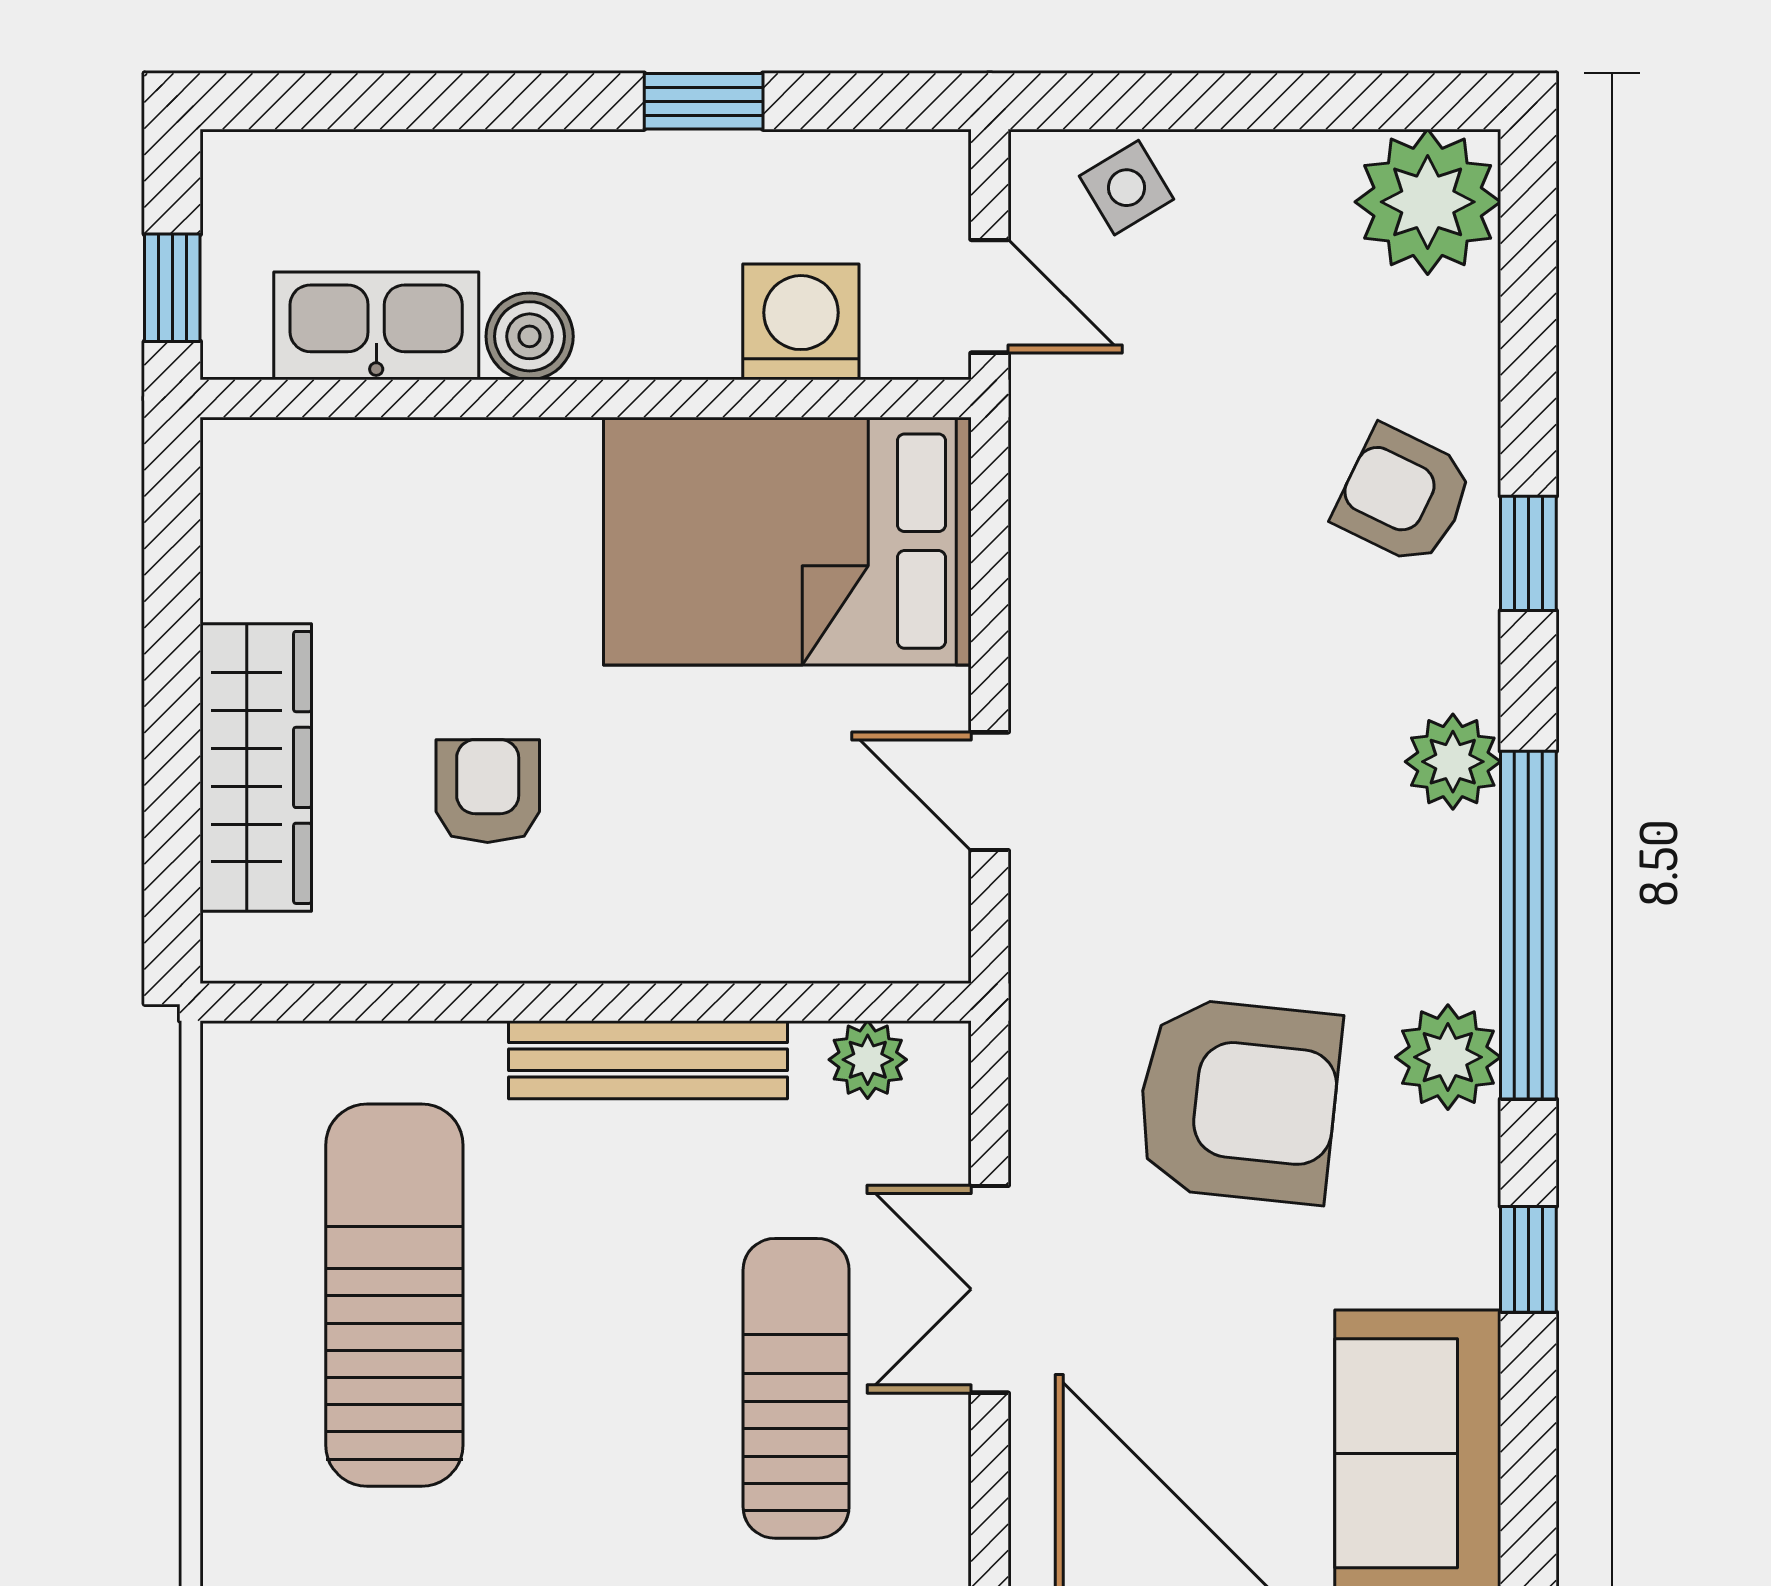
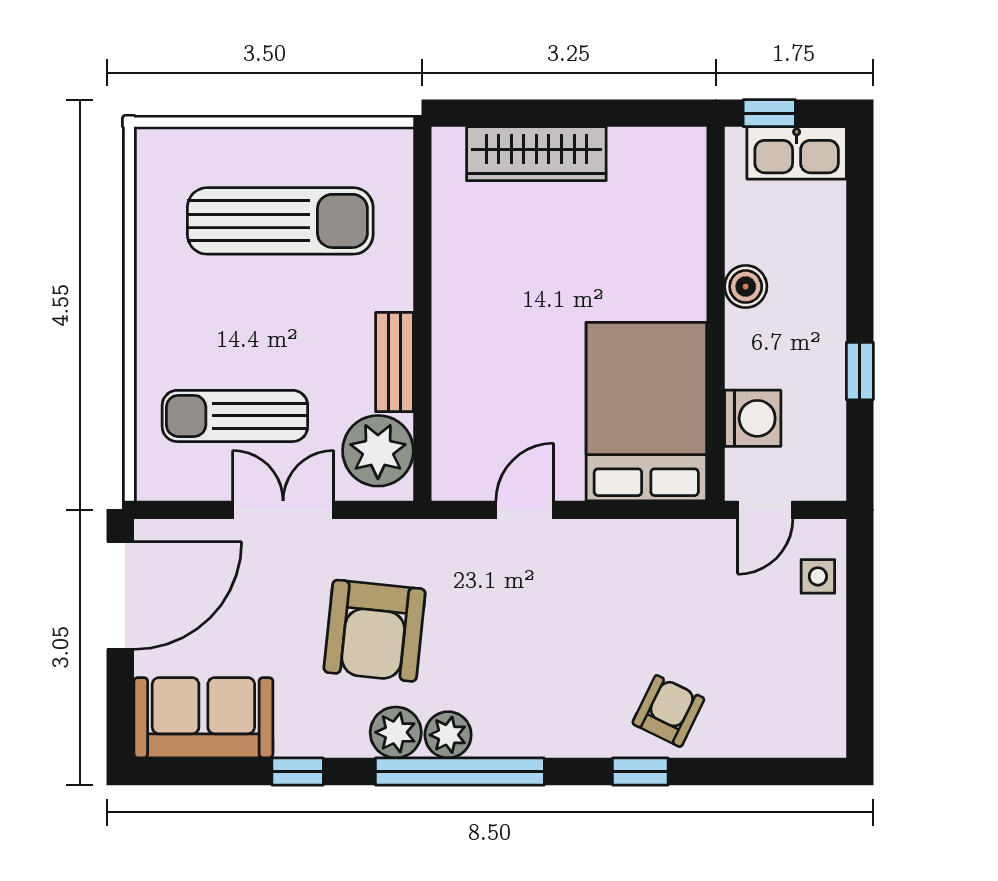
side table: (1127, 188) -> (818, 576), turned 31
plant: (1428, 202) -> (811, 723), removed
kitchen sink: (376, 326) -> (797, 153), moved, turned 90
plant: (1453, 762) -> (448, 735), moved
armchair: (488, 791) -> (525, 266), removed
bench: (648, 1060) -> (394, 362), width x0.73
plant: (868, 1060) -> (378, 451), width x1.88, depth x1.88
sun lounger: (796, 1388) -> (235, 416), turned 180

